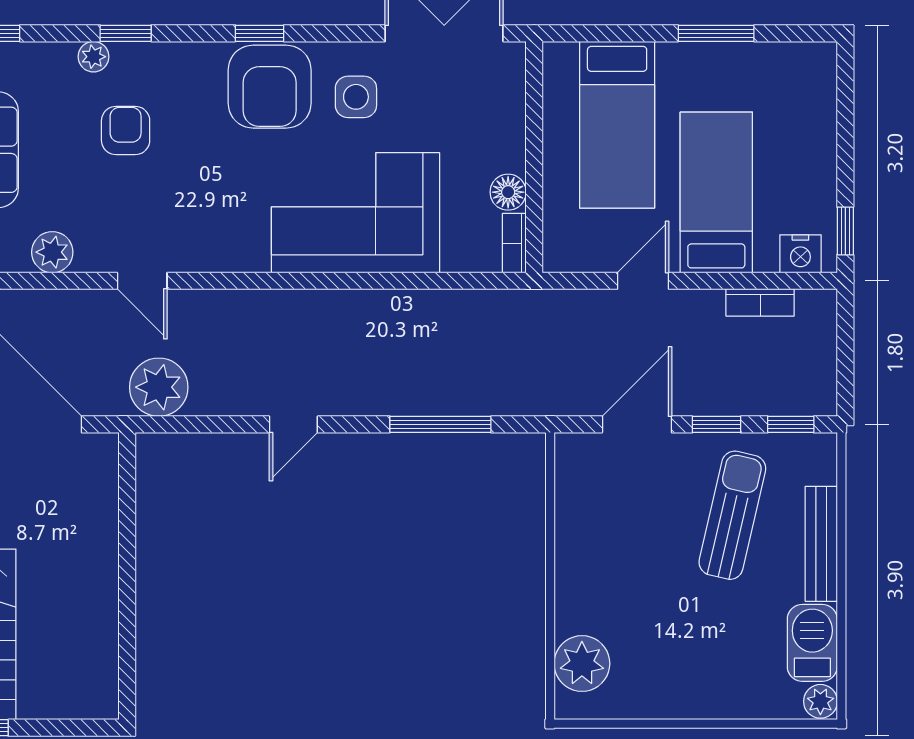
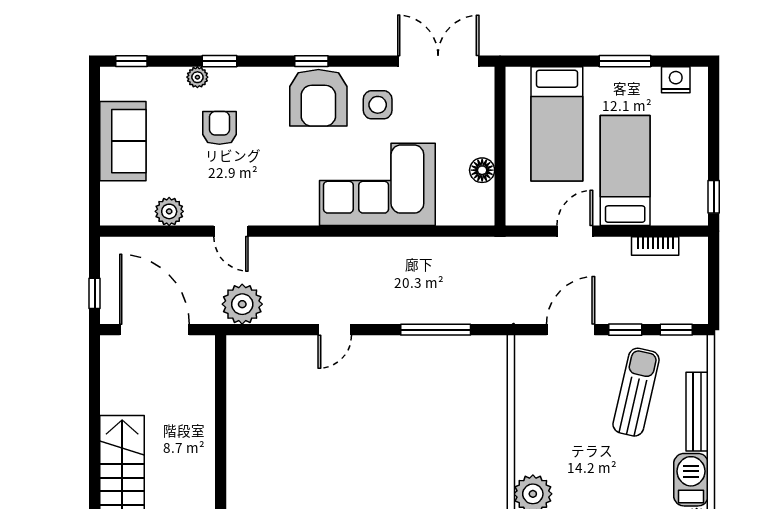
bookcase: (514, 243) -> (486, 205), removed
nightstand: (800, 254) -> (676, 80), moved, turned 180

